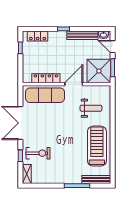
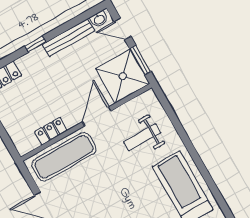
locker: (46, 78) -> (51, 131), width x0.66
weight bench: (91, 108) -> (142, 137), turned 180

